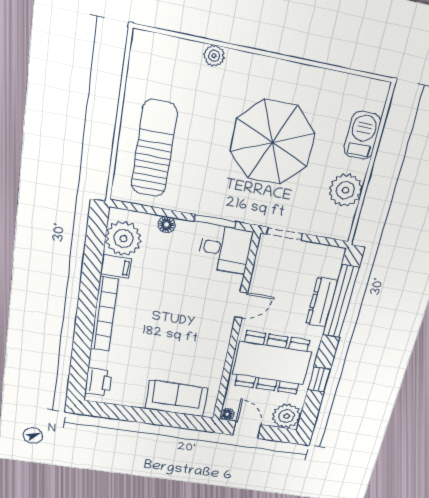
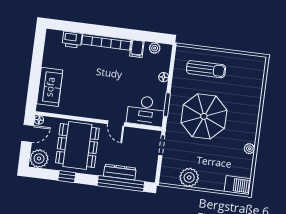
plant: (214, 56) -> (249, 149), moved
barbecue: (362, 135) -> (238, 185), moved
parasol: (272, 142) -> (204, 116), moved
sun lounger: (154, 149) -> (206, 69), width x0.73, depth x0.75
plant: (123, 239) -> (155, 48), width x0.53, depth x0.53
desk: (225, 249) -> (146, 111), width x1.37
printer: (99, 382) -> (72, 40), moved

